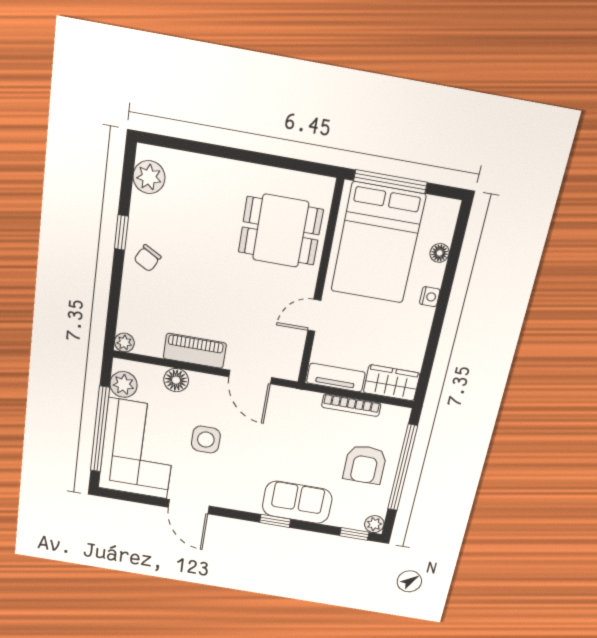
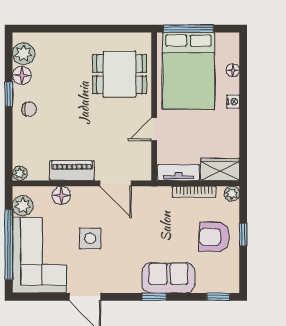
floor lamp: (143, 209) -> (22, 75), added
chair: (147, 258) -> (29, 109), turned -119
armchair: (365, 464) -> (214, 237), turned 92
window: (402, 468) -> (243, 235), width x0.32
plant: (374, 524) -> (232, 194), moved

